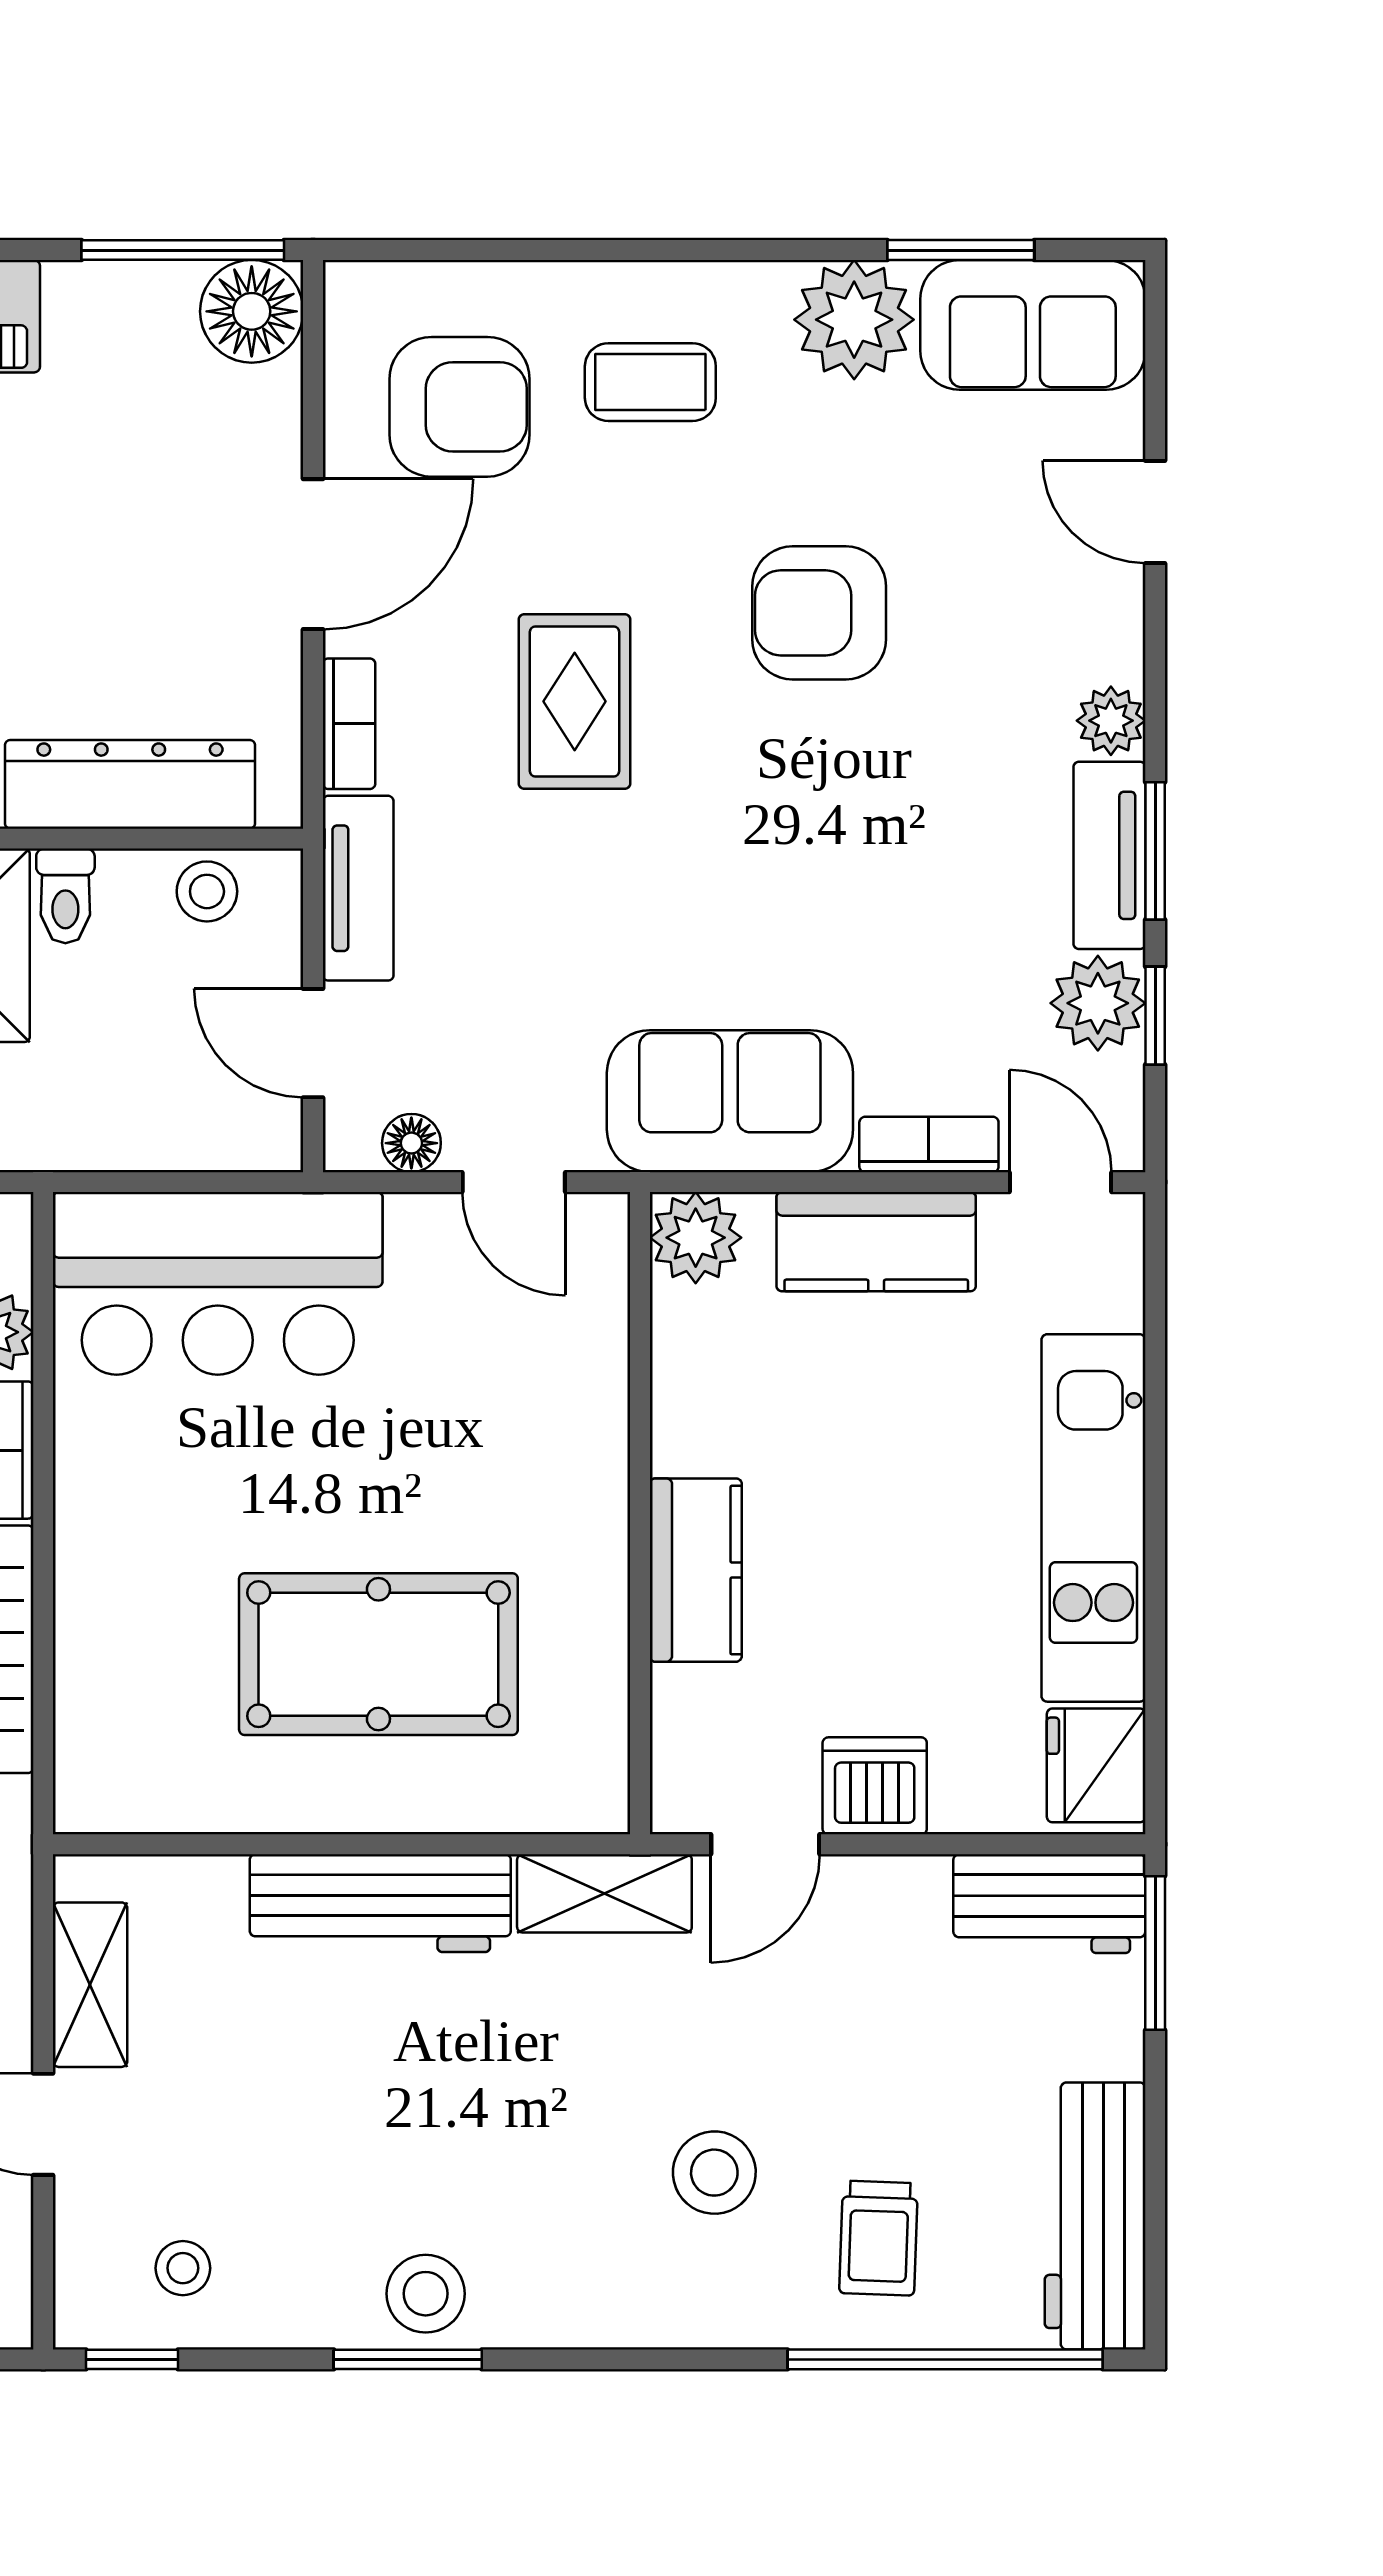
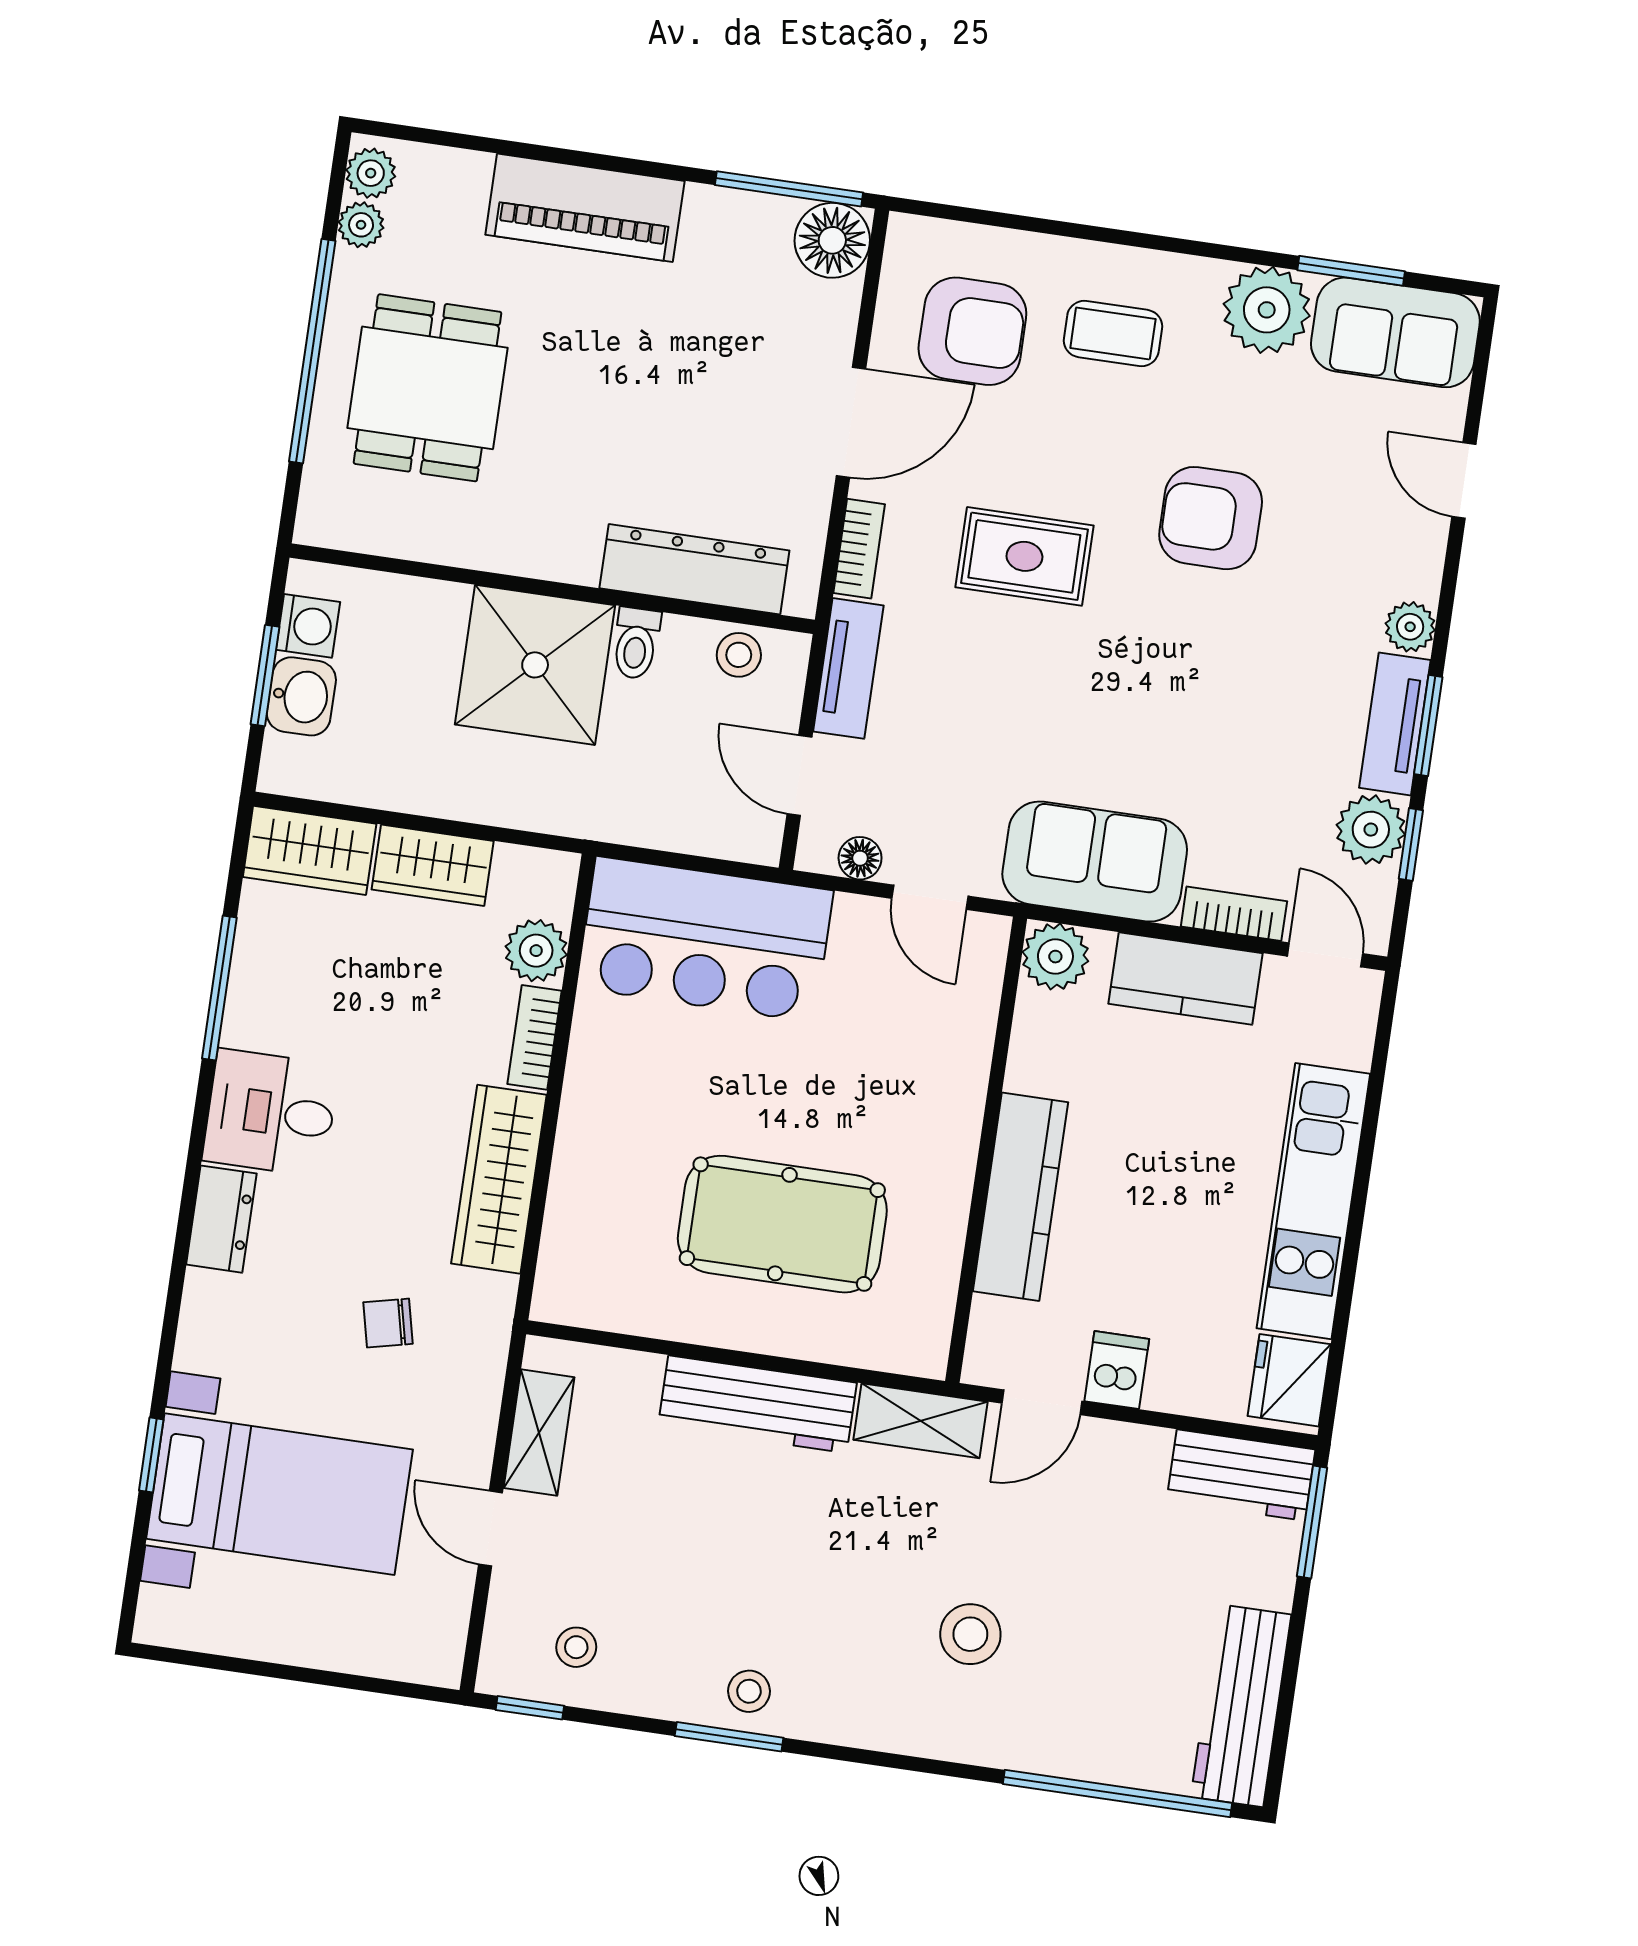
rug: (575, 701) -> (1024, 556), turned 90
kitchen counter: (696, 1570) -> (1020, 1197), width x1.50
dishwasher: (875, 1786) -> (1117, 1370), width x0.73
trolley: (879, 2238) -> (1082, 1699), removed
stool: (426, 2294) -> (749, 1691), width x0.73, depth x0.73

